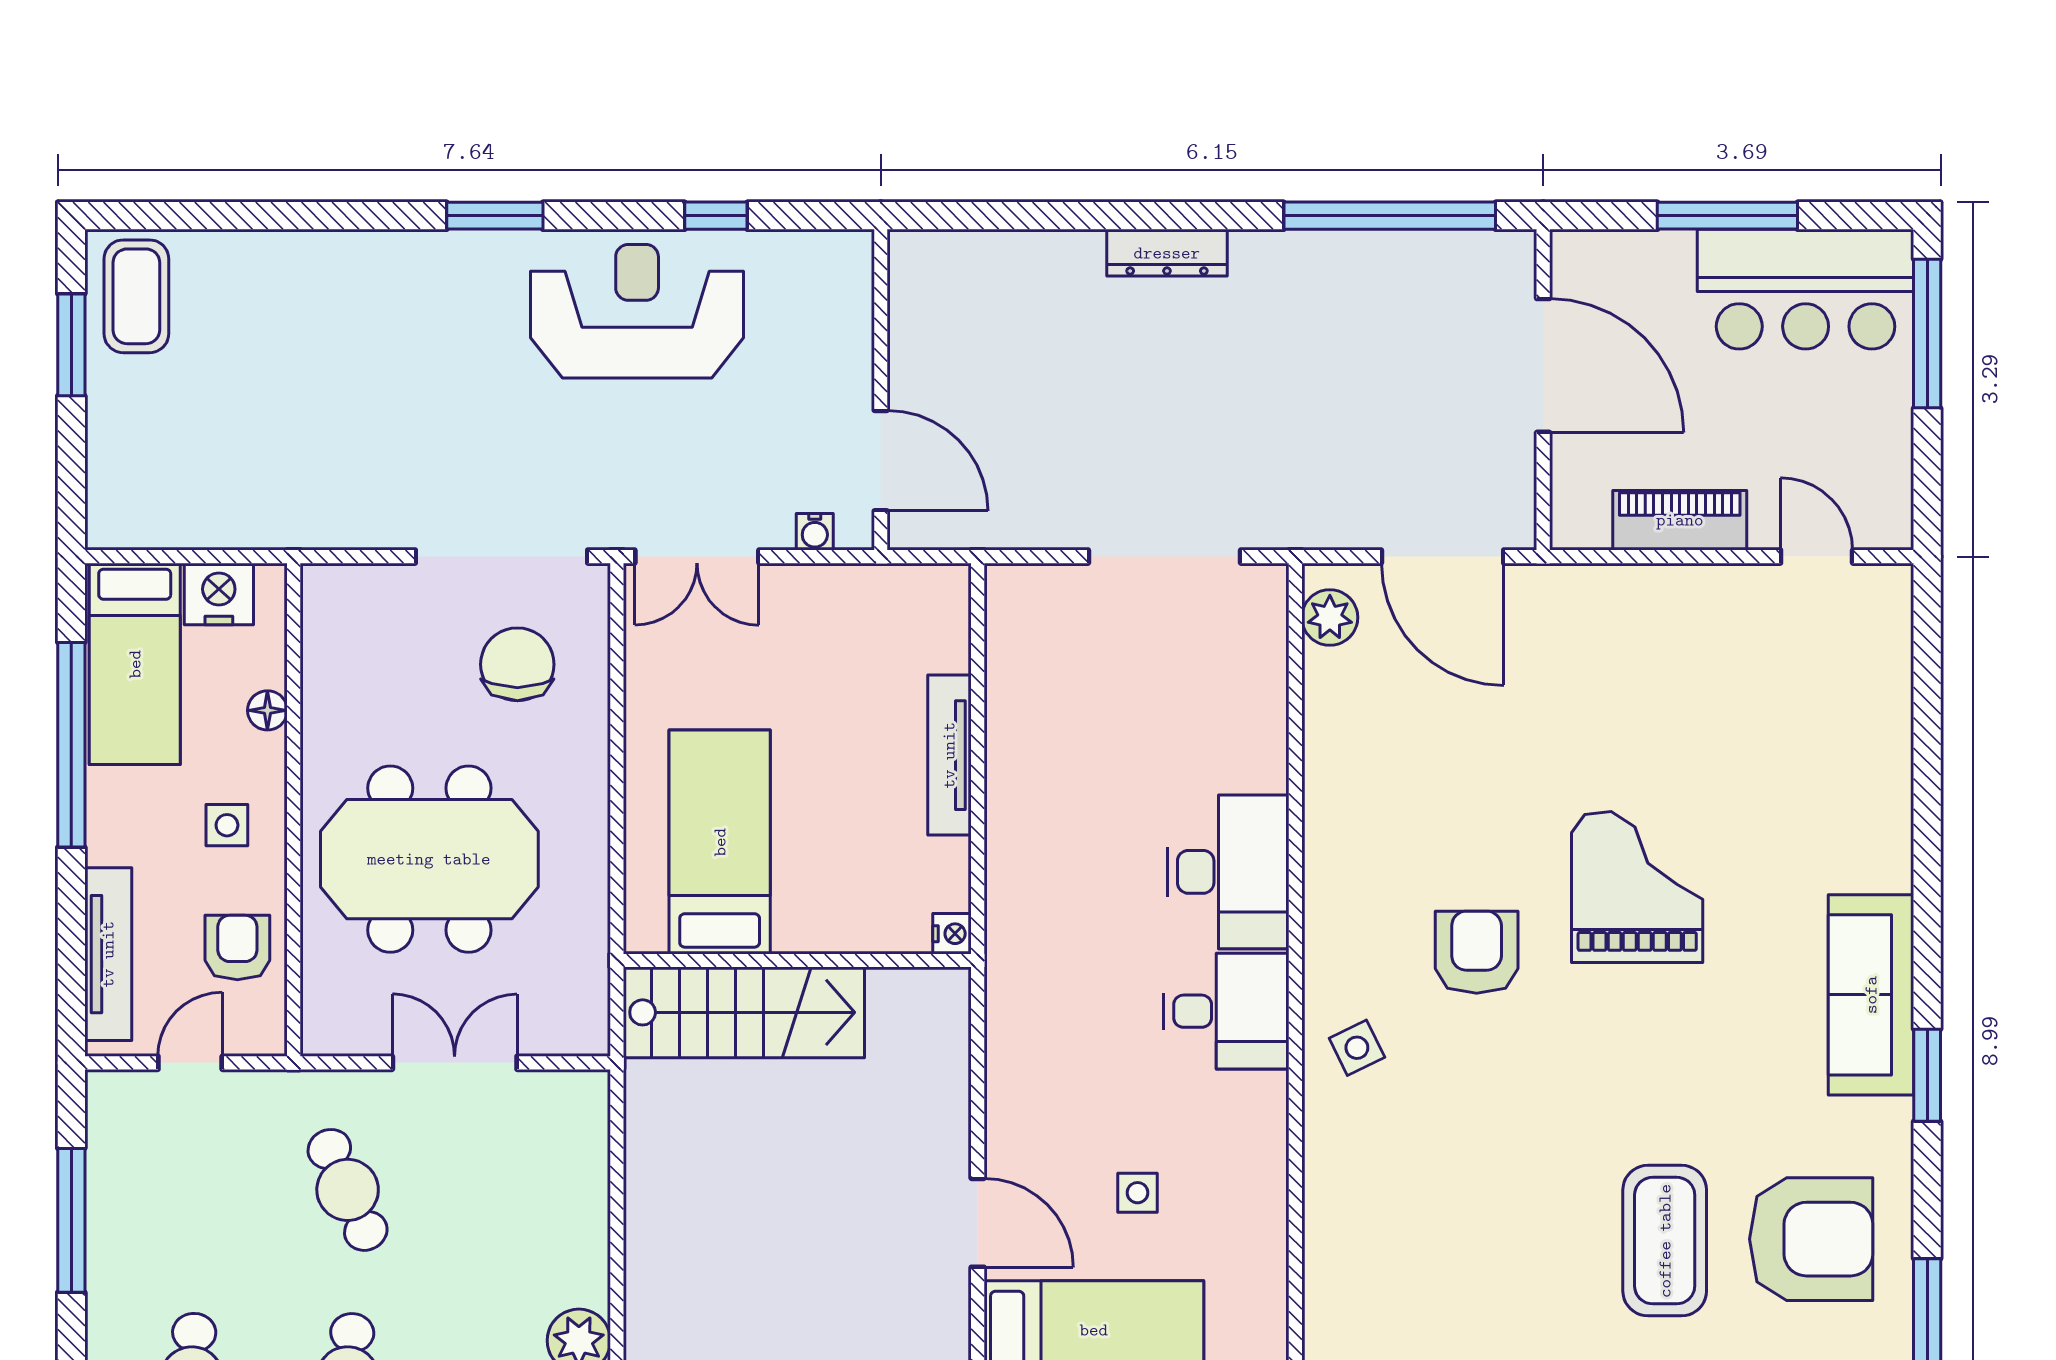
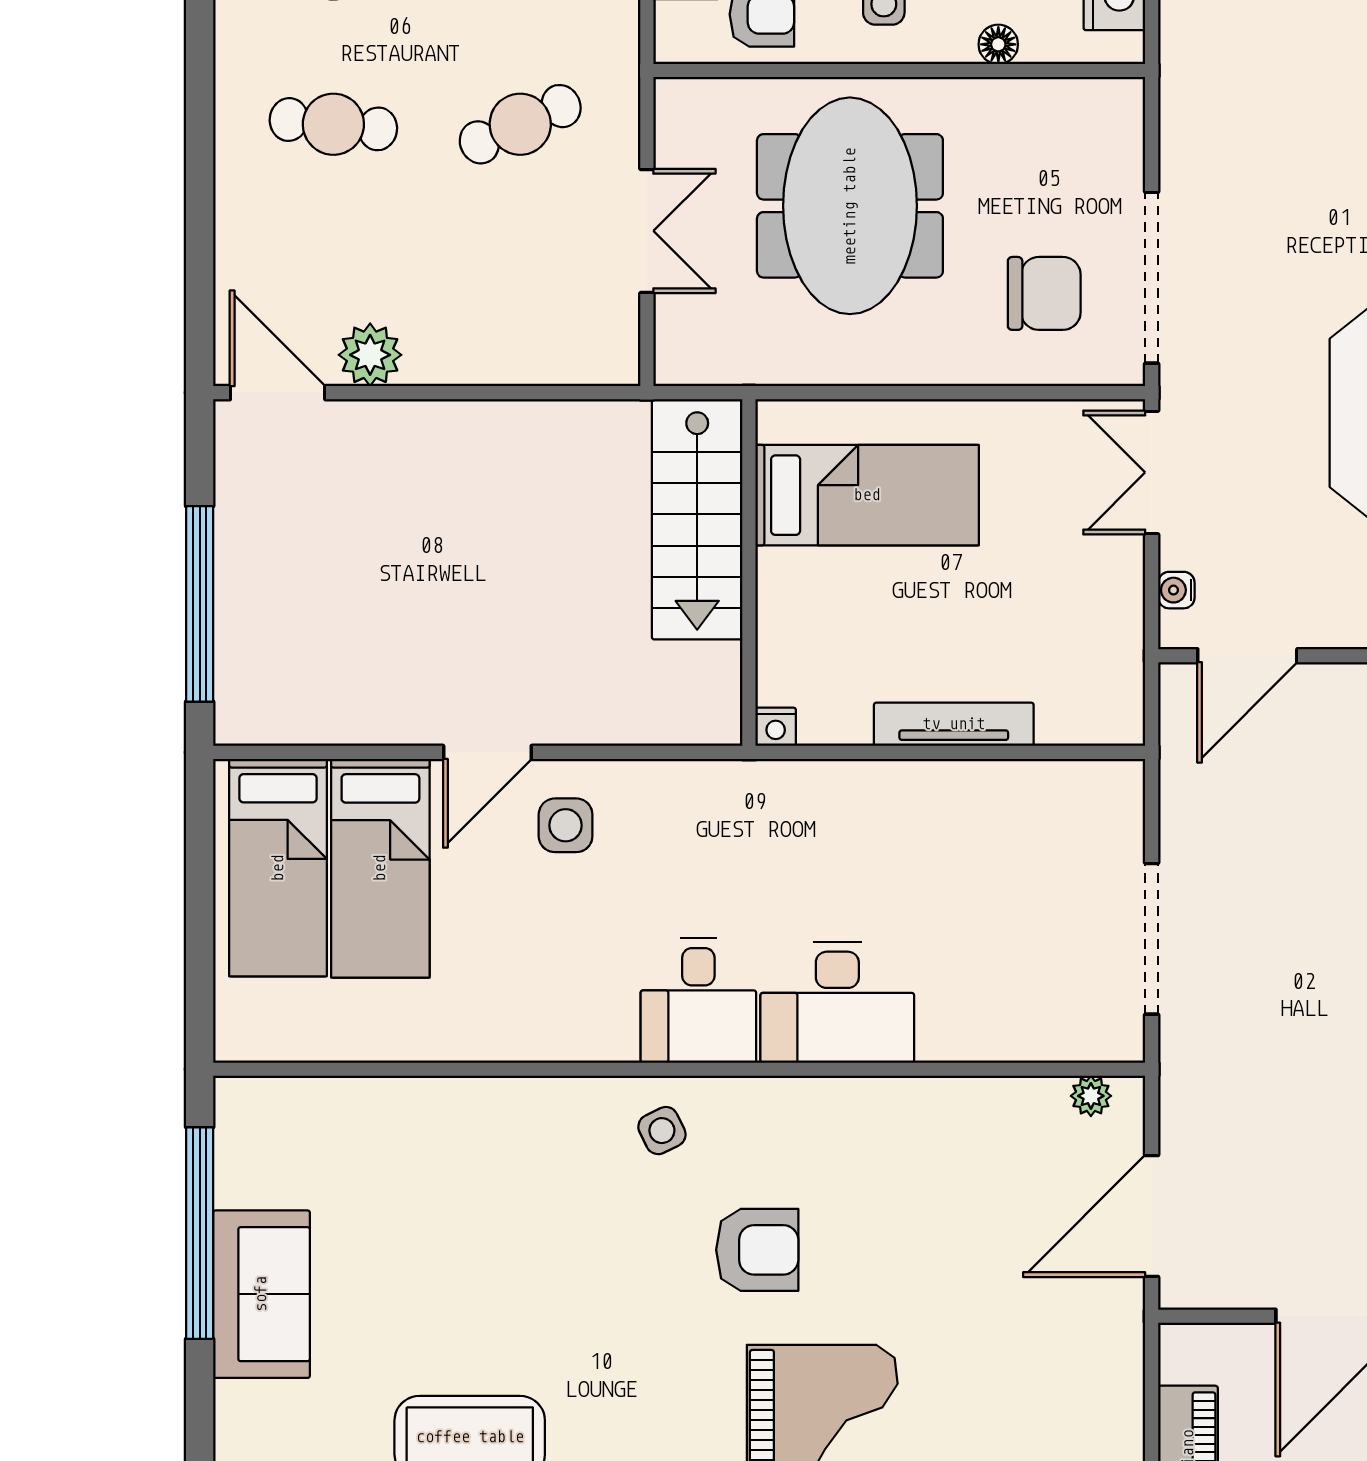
plant: (1330, 617) -> (1091, 1096), width x0.73, depth x0.73
side table: (1137, 1193) -> (566, 825), moved, width x1.37, depth x1.37

